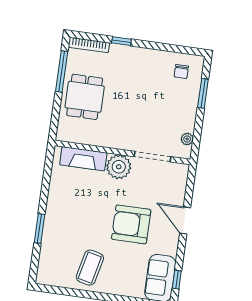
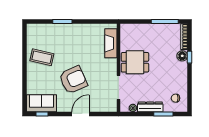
floor lamp: (118, 52) -> (182, 56), added
dining table: (85, 97) -> (135, 62), moved
dresser: (189, 112) -> (150, 107), added
plant: (119, 167) -> (109, 67), removed
armchair: (131, 224) -> (73, 80), turned 66

